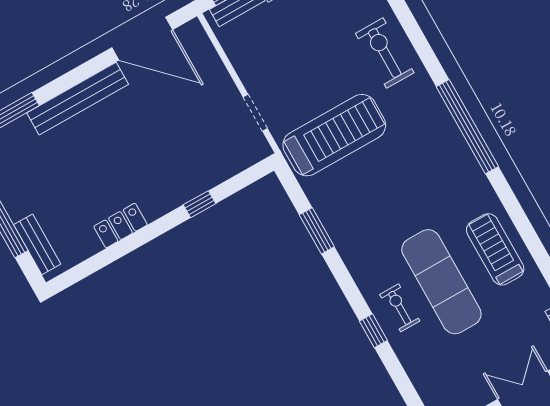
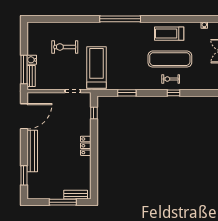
exercise bike: (385, 53) -> (65, 47), moved
window: (199, 204) -> (94, 113), moved
locker: (121, 226) -> (86, 146), moved

